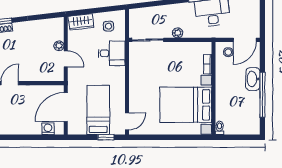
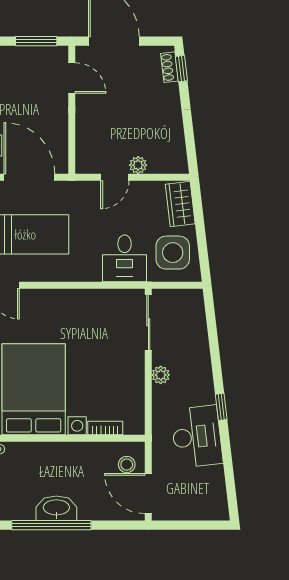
side table: (108, 26) -> (173, 253), width x1.87, depth x1.87
washbasin: (253, 79) -> (56, 508), moved

